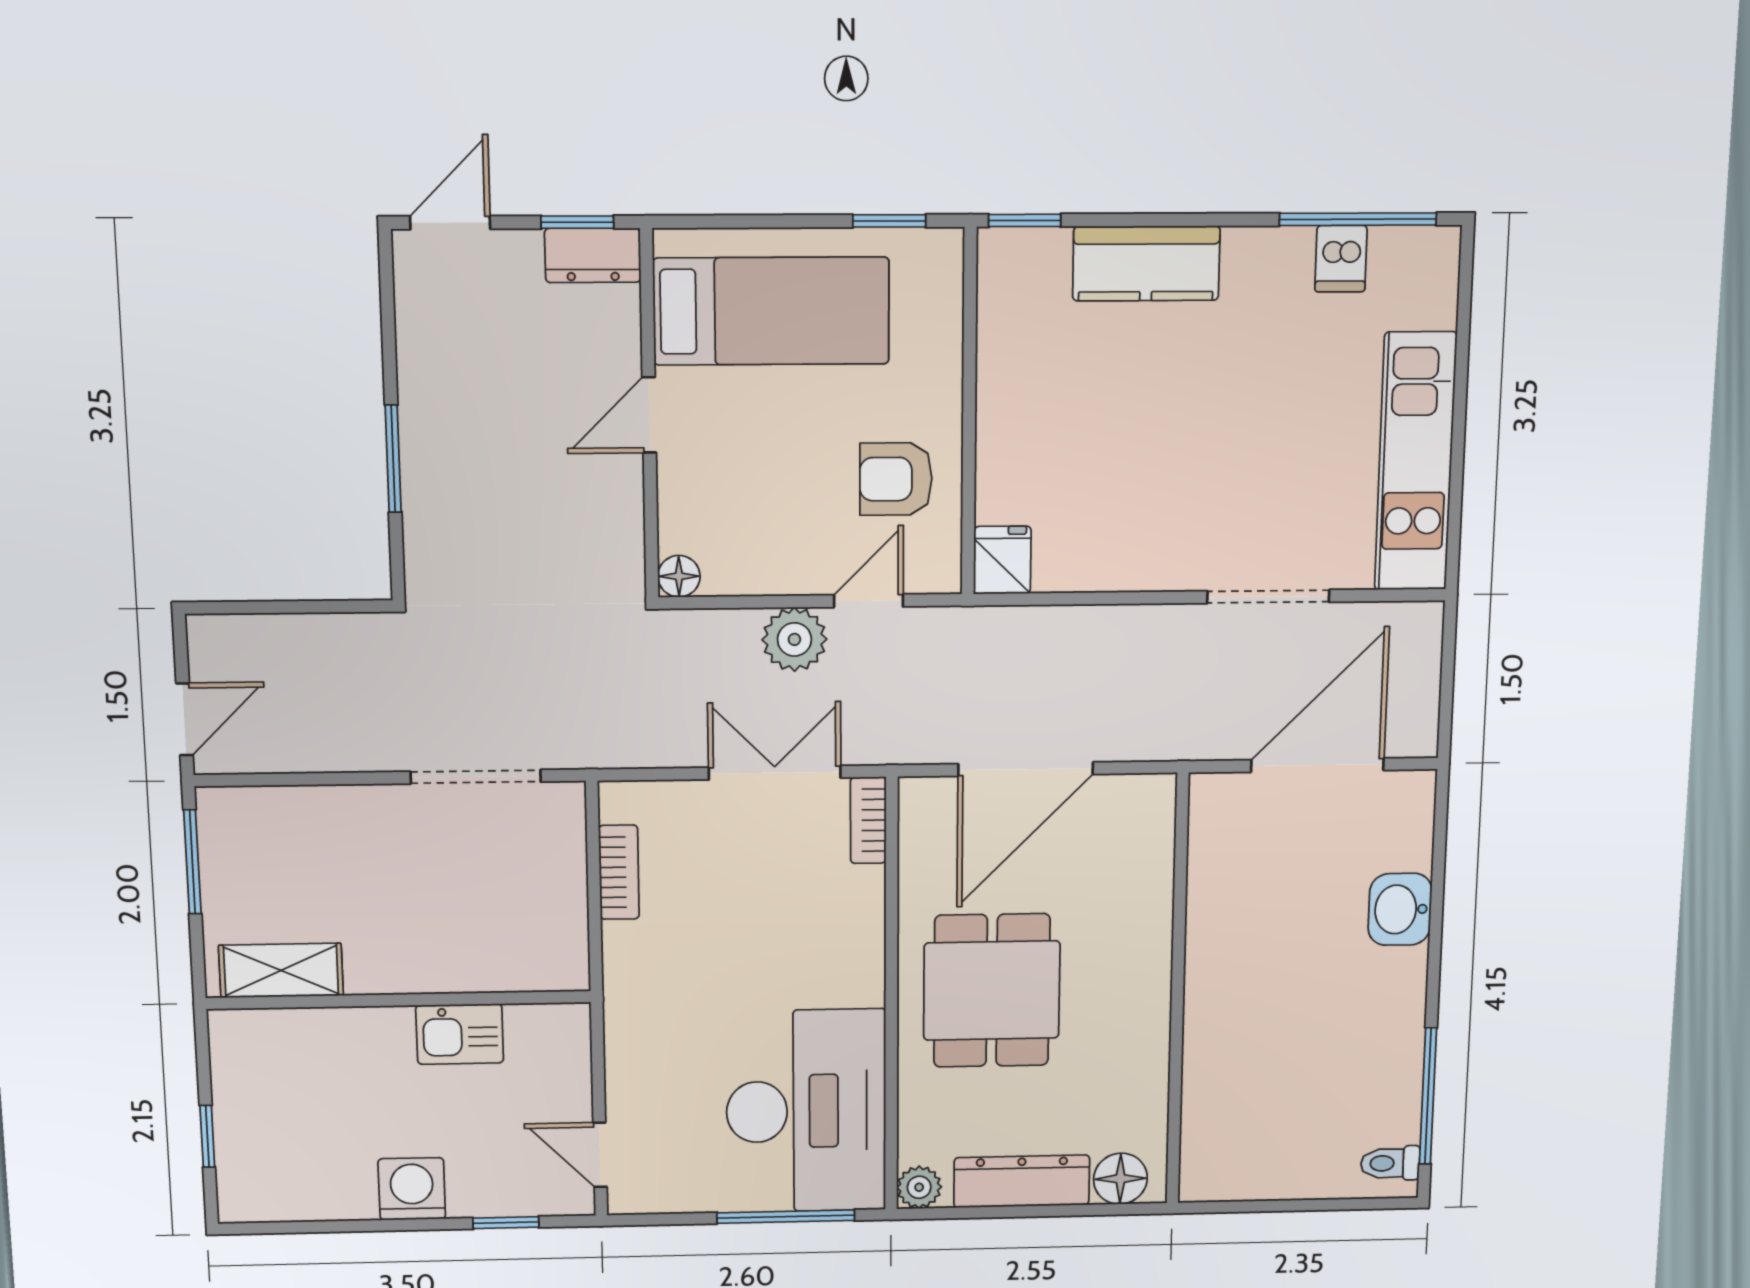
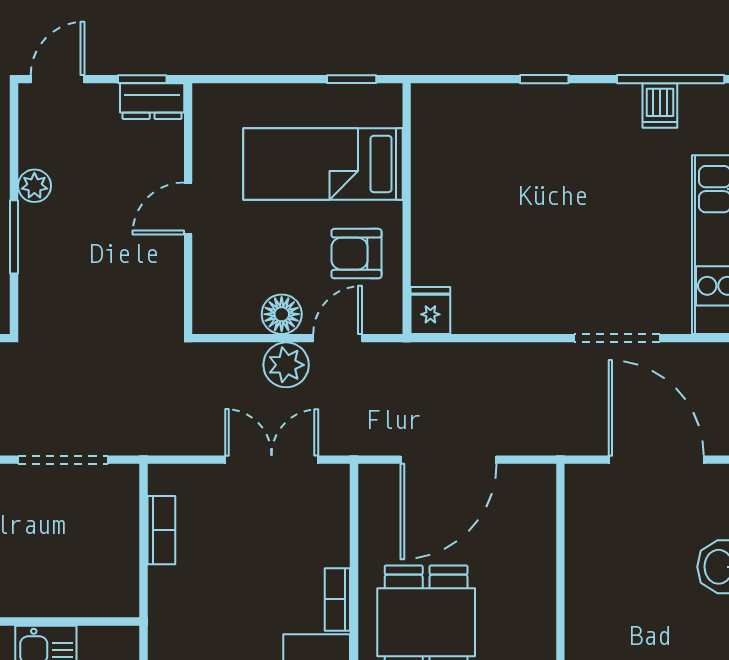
window: (1025, 220) -> (544, 79), moved
kitchen counter: (1146, 263) -> (527, 108), removed
bed: (771, 311) -> (323, 164), moved, turned 180
plant: (421, 383) -> (34, 186), added
floor lamp: (679, 576) -> (282, 314), moved, width x1.37, depth x1.37
door: (1317, 765) -> (656, 460), hinge flipped
bookcase: (868, 820) -> (337, 599), moved

